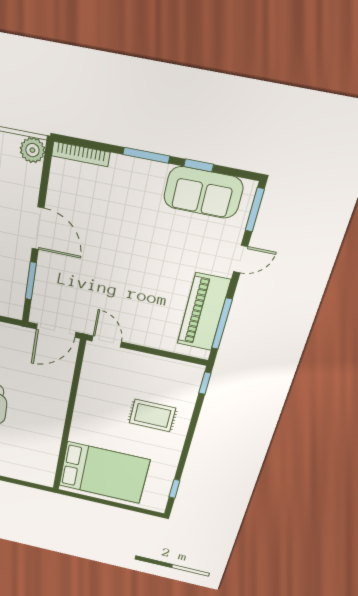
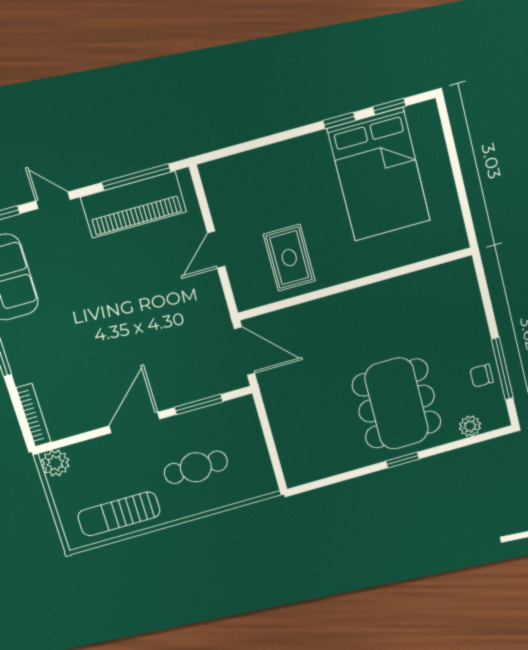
door: (107, 341) -> (216, 250), moved
window: (205, 383) -> (339, 120), moved
rug: (152, 415) -> (289, 258), moved
bed: (104, 473) -> (379, 175), moved, turned 180

